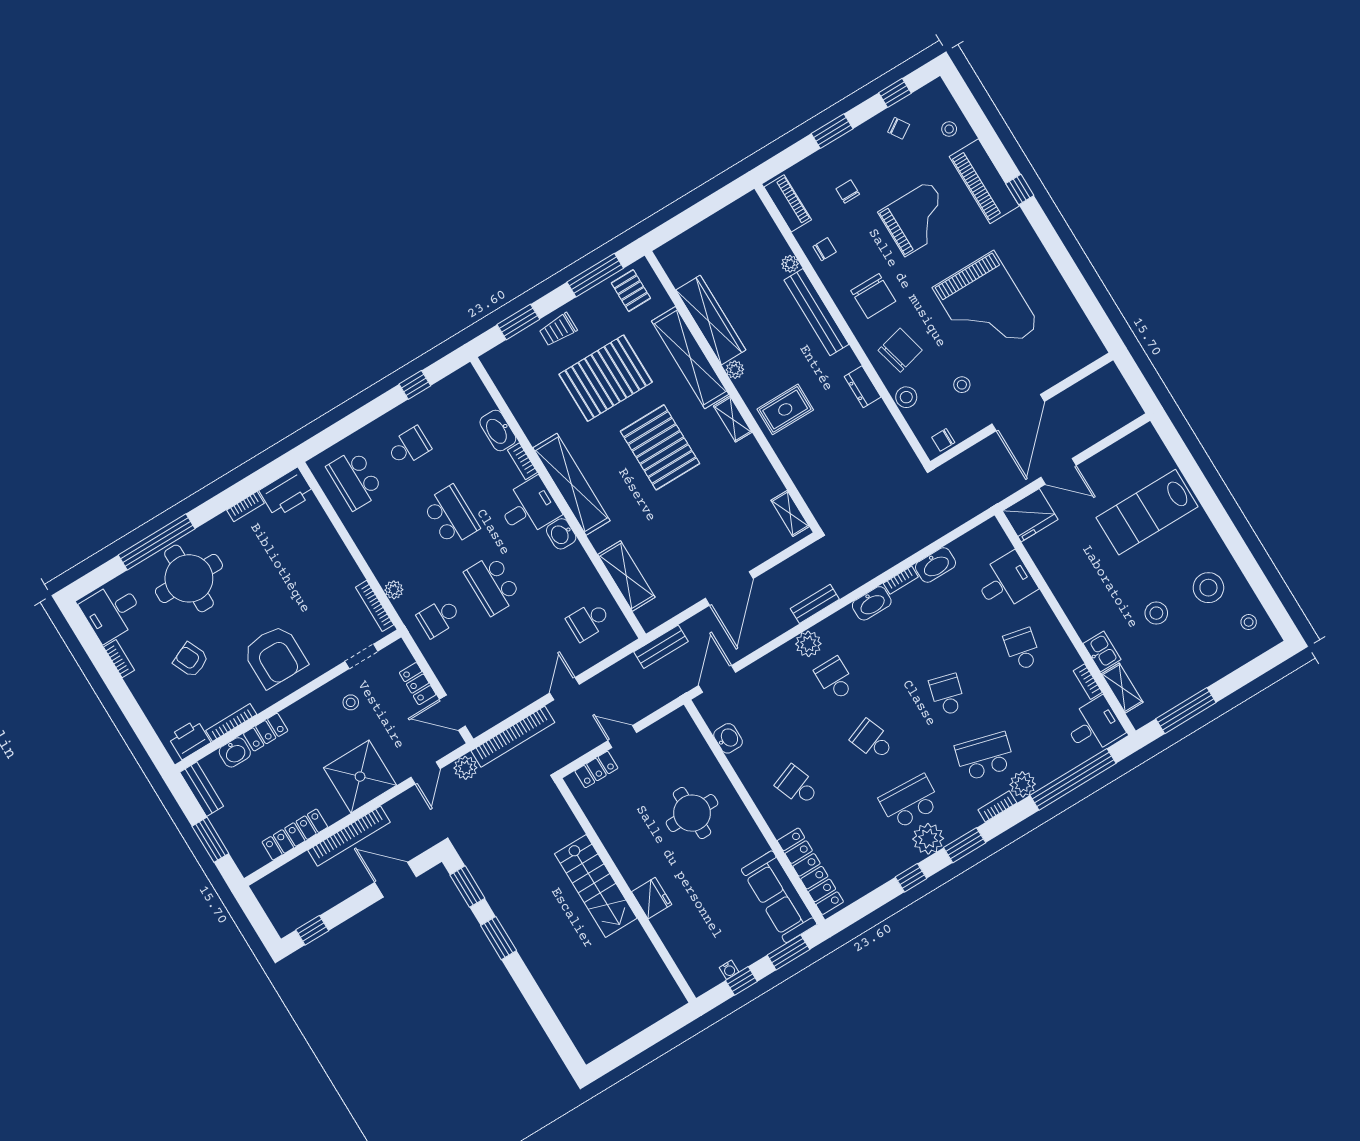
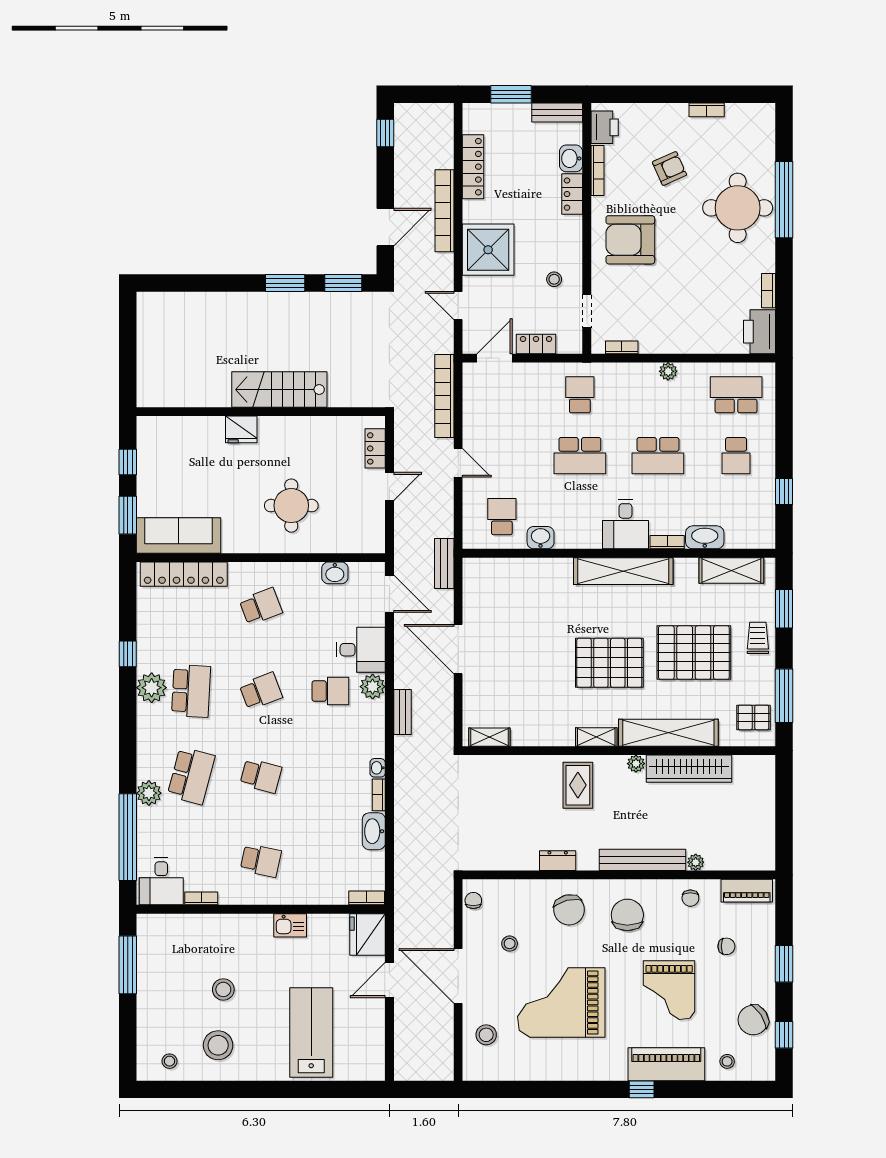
chair: (899, 128) -> (753, 1020), width x1.87, depth x1.87
chair: (873, 296) -> (627, 915), turned 90
pallet: (606, 378) -> (694, 653), turned 90
stool: (906, 397) -> (486, 1035), moved
washbasin: (561, 534) -> (541, 538), moved
shelving: (626, 576) -> (731, 570), moved
desk: (1006, 582) -> (361, 650), moved, turned -90
school desk: (493, 585) -> (580, 456), turned 180
plant: (394, 590) -> (668, 371), moved
washbasin: (872, 603) -> (378, 768), width x0.52, depth x0.69
bookcase: (375, 606) -> (622, 347), width x0.64
desk: (112, 611) -> (749, 128), removed
kitchen sink: (1102, 651) -> (290, 925), moved
shelving: (1122, 688) -> (178, 924), removed
plant: (465, 768) -> (442, 341), removed
bookcase: (997, 806) -> (367, 898), moved, turned -90
window: (965, 845) -> (128, 715), removed
water cooler: (729, 970) -> (143, 457), removed

